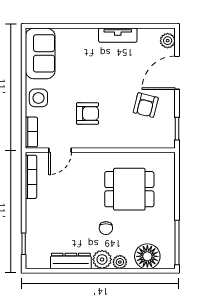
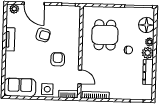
armchair: (146, 105) -> (43, 35), moved

